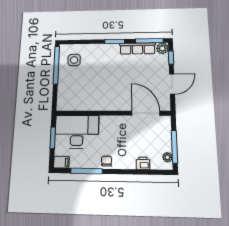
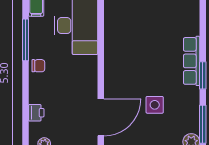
row of seats: (137, 49) -> (192, 61), moved
side table: (74, 60) -> (155, 105), moved

